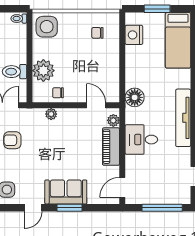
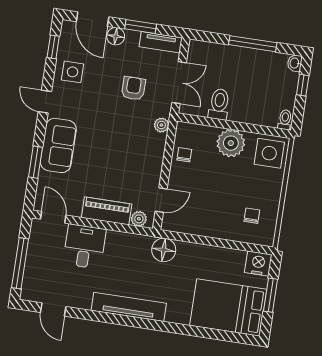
nightstand: (134, 35) -> (258, 264), moved
bed: (178, 40) -> (228, 307), width x1.50
plant: (43, 71) -> (231, 143), moved
plant: (51, 114) -> (161, 125), moved
desk: (141, 140) -> (84, 246), moved
window: (69, 208) -> (36, 162), moved

